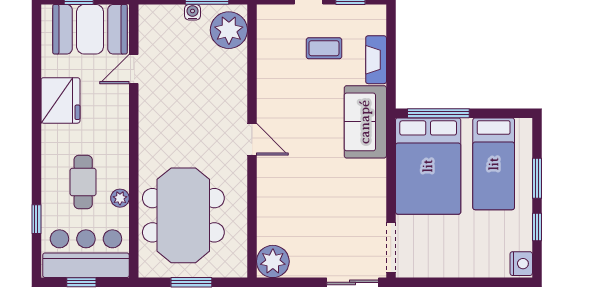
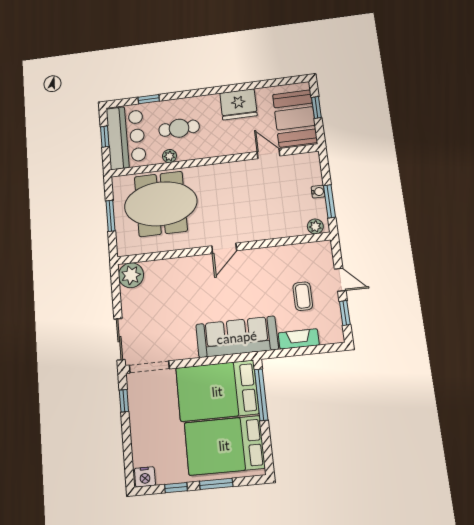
plant: (229, 30) -> (315, 226), width x0.53, depth x0.53
sofa: (365, 122) -> (237, 337), width x1.36
bed: (494, 164) -> (224, 445), width x1.50
window: (429, 282) -> (124, 401), added

